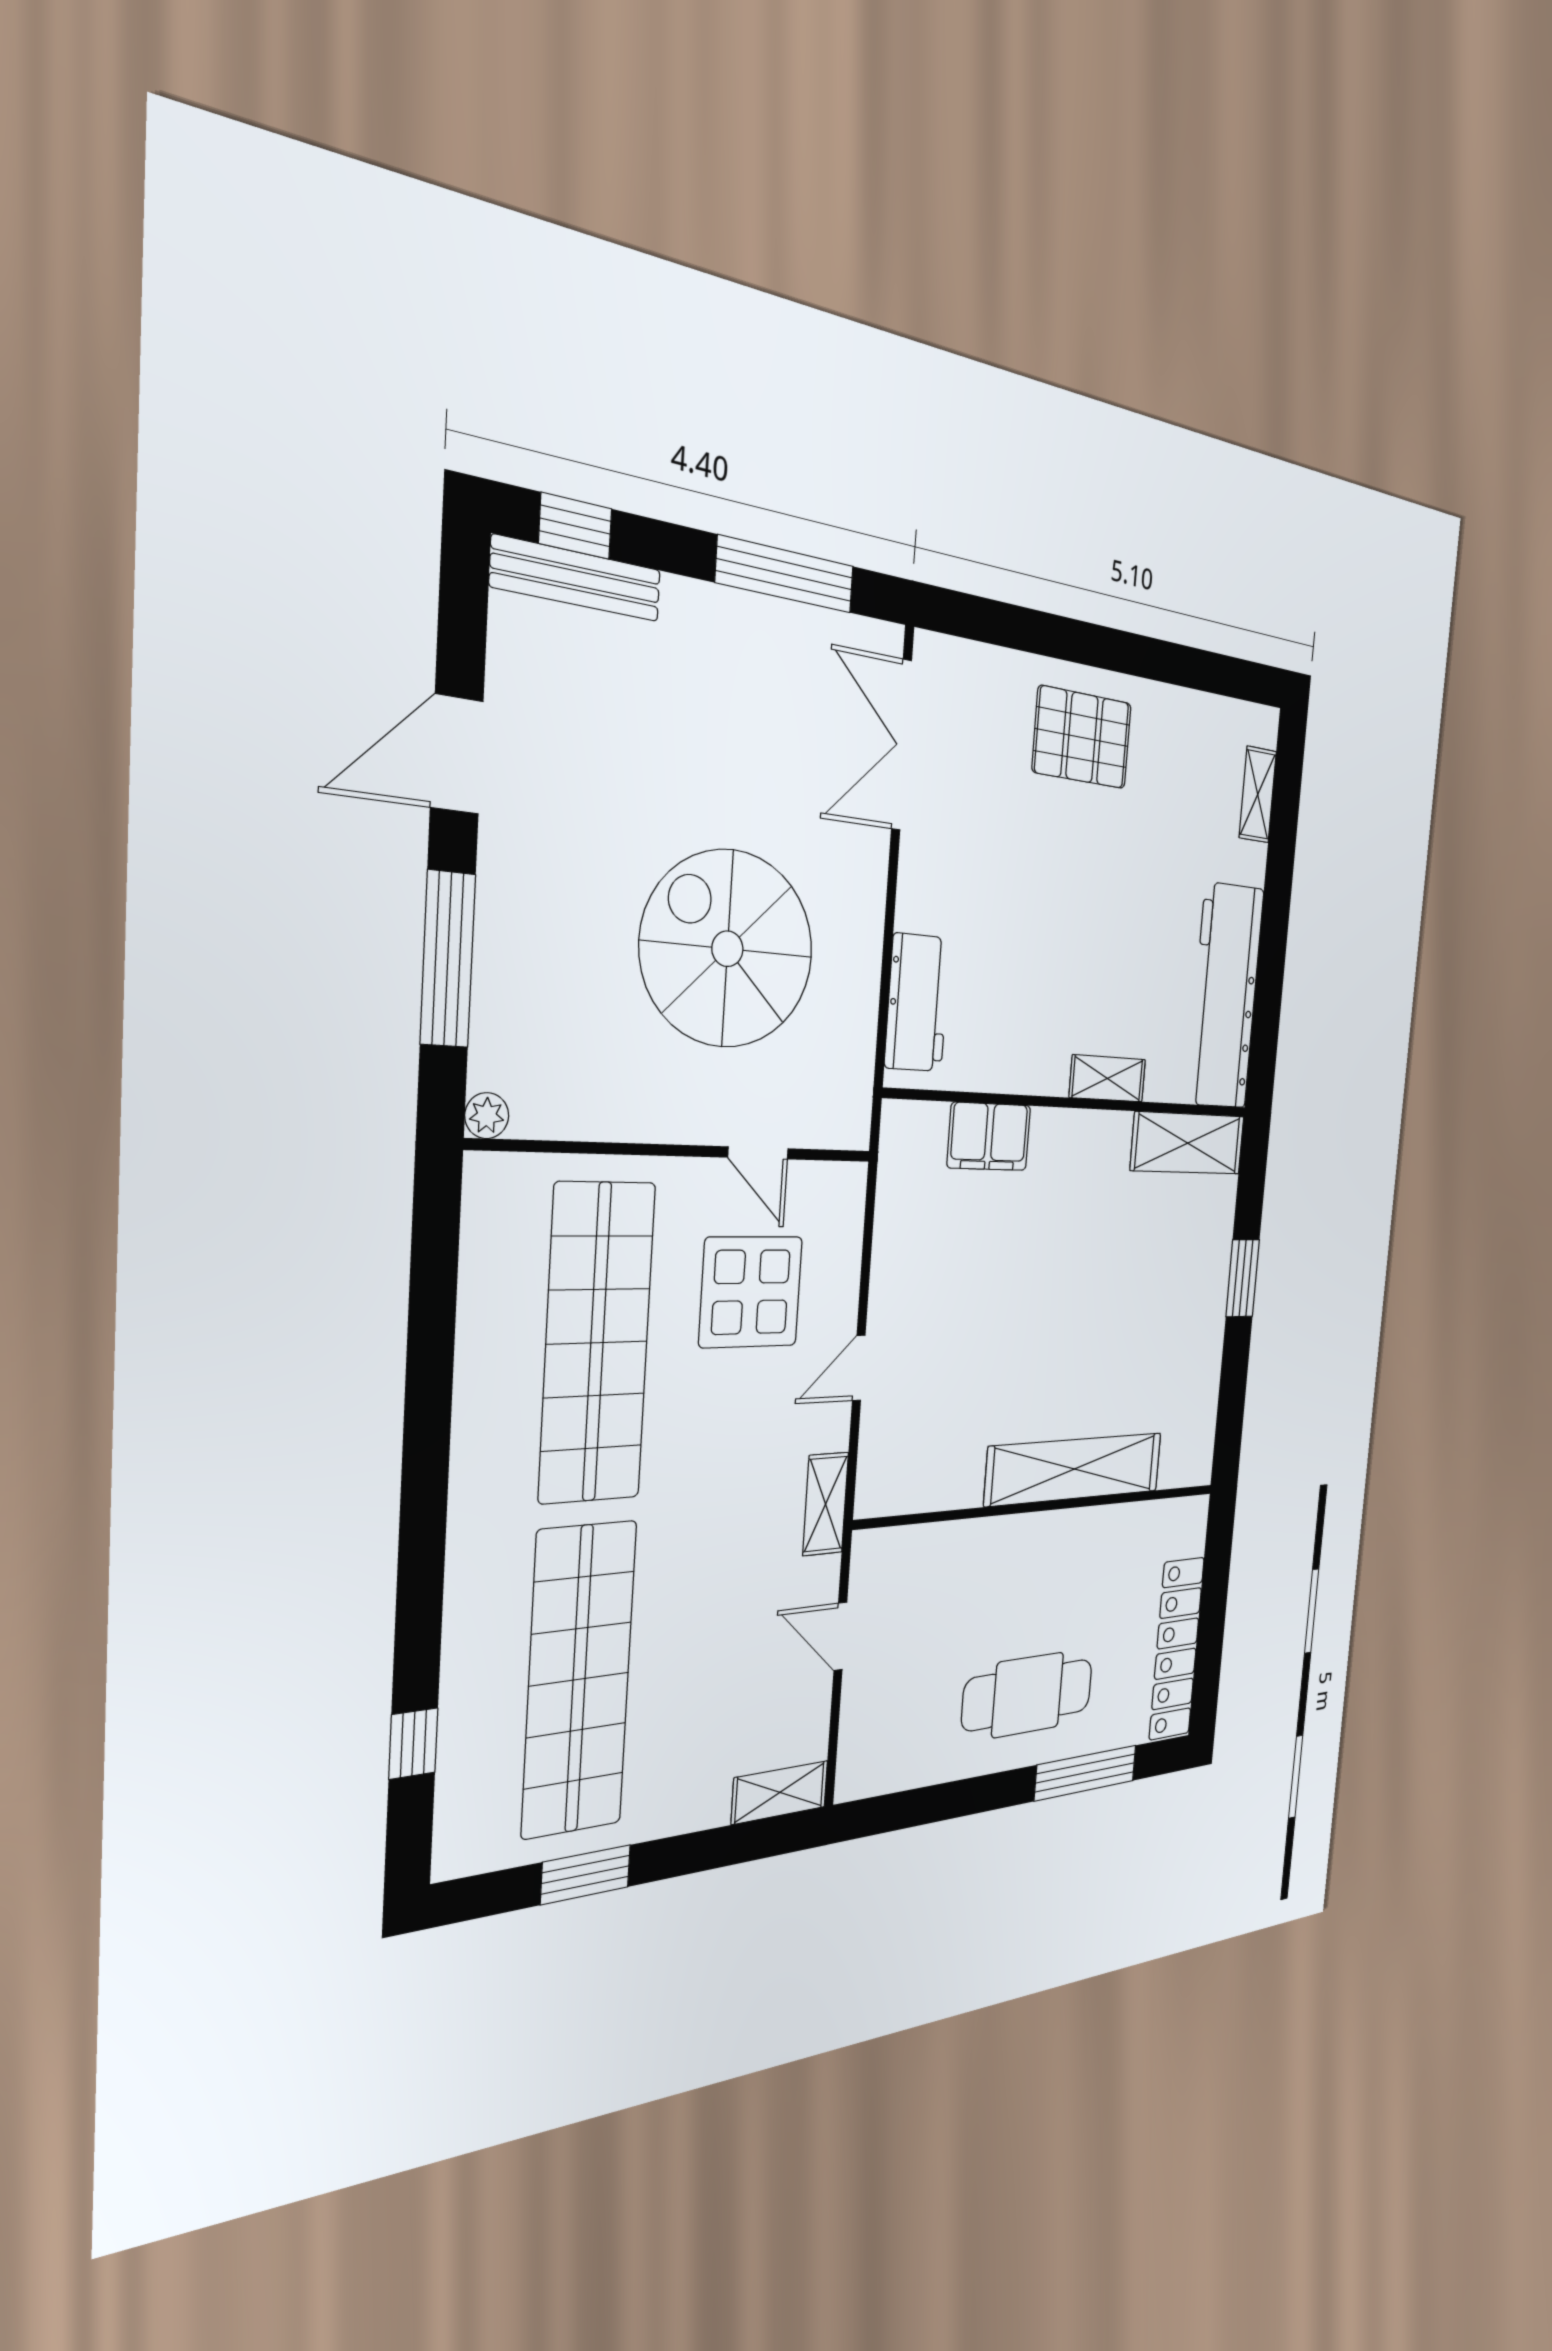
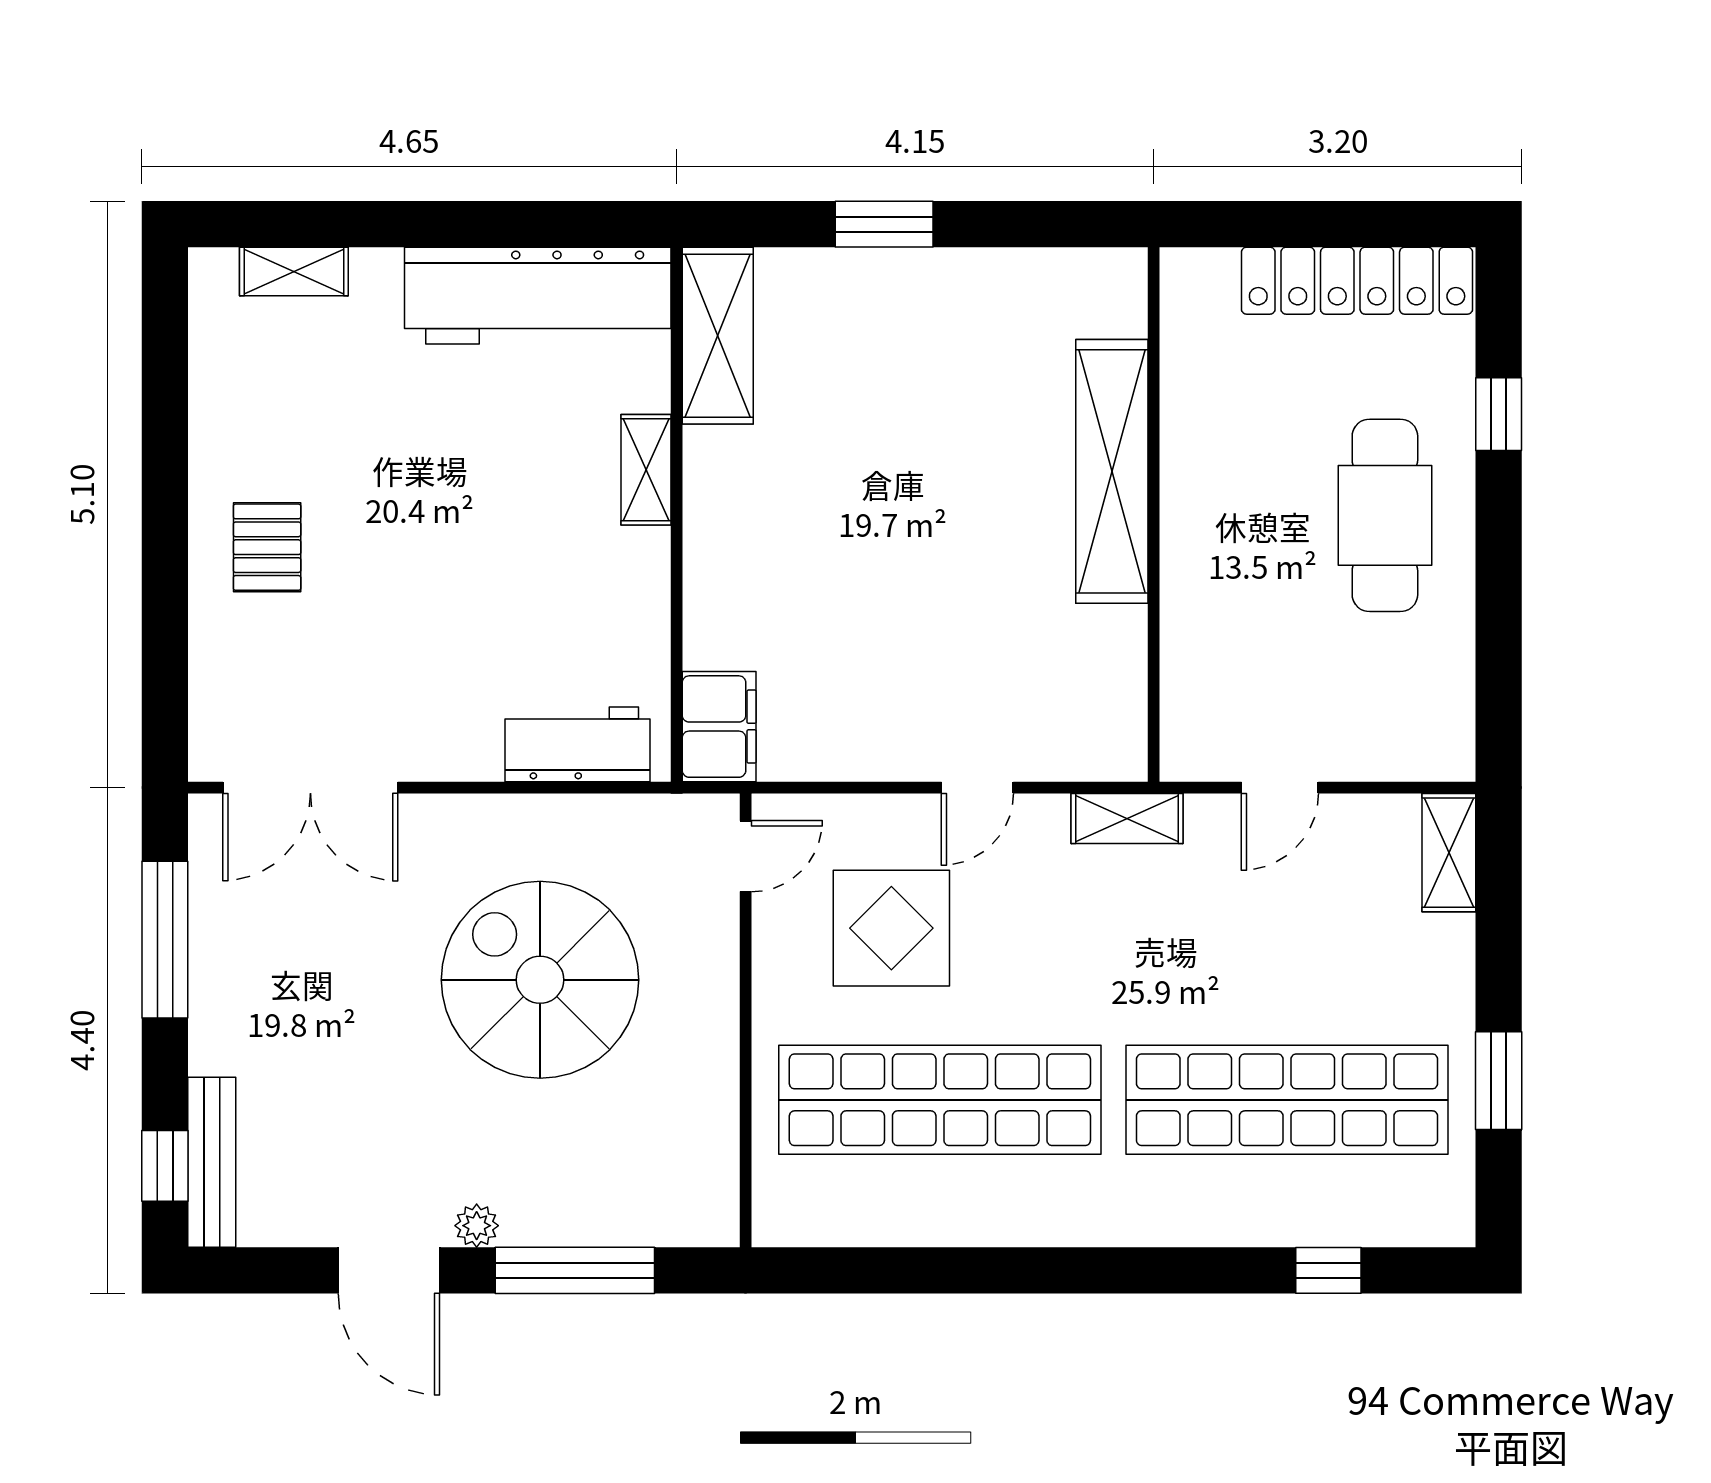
pallet: (1082, 737) -> (267, 547), width x0.67, depth x0.71
spiral stairs: (727, 949) -> (540, 980), turned 90
plant: (487, 1116) -> (477, 1226), moved
filing cabinet: (989, 1137) -> (719, 727), moved
door: (758, 1153) -> (746, 856), moved
door: (859, 1368) -> (977, 788), hinge flipped
window: (1086, 1773) -> (1499, 414), width x0.46

